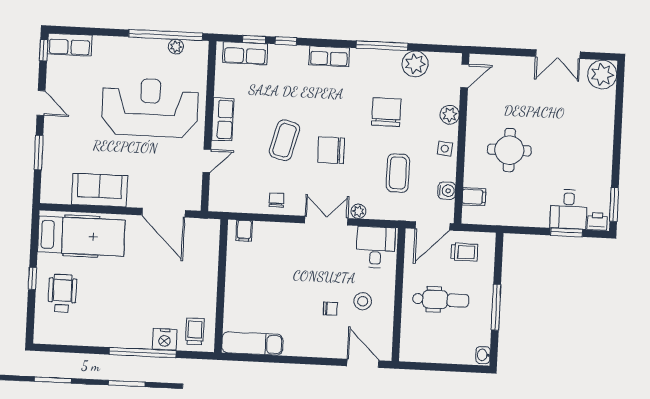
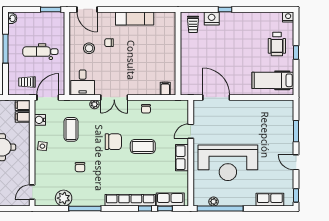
row of seats: (70, 45) -> (270, 200), moved
row of seats: (329, 56) -> (130, 200), width x2.02
chair: (386, 112) -> (80, 167), width x0.54, depth x0.54
plant: (450, 115) -> (40, 167), removed
coffee table: (284, 140) -> (143, 146), turned 75
sofa: (99, 190) -> (257, 110), removed
filing cabinet: (473, 216) -> (23, 105), added
hospital bed: (81, 236) -> (273, 80), width x0.73, depth x0.78
nightstand: (42, 336) -> (288, 17), added
exam couch: (252, 344) -> (135, 18), moved
window: (143, 353) -> (225, 9), width x0.32
window: (421, 366) -> (51, 9), added

